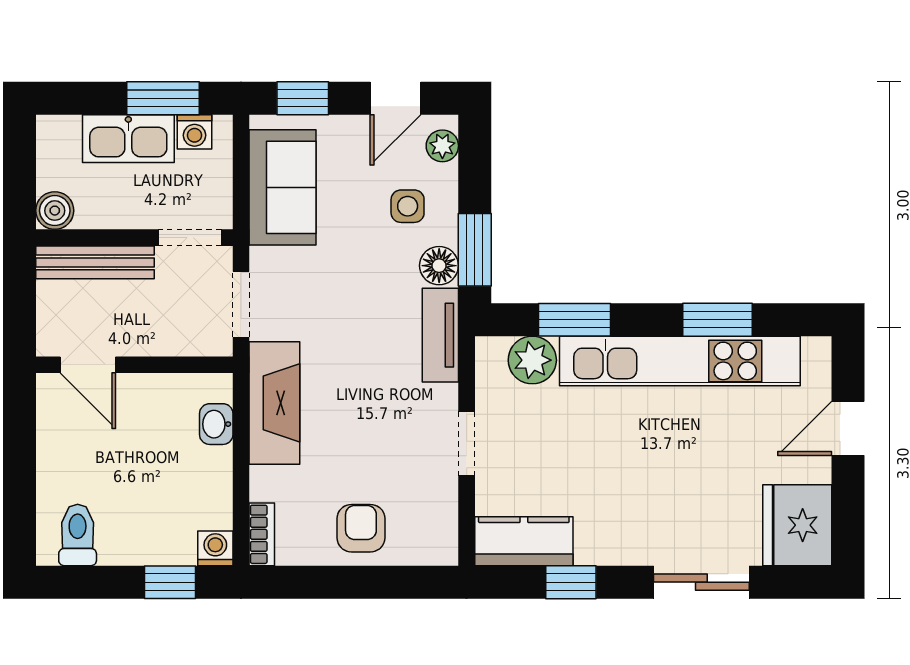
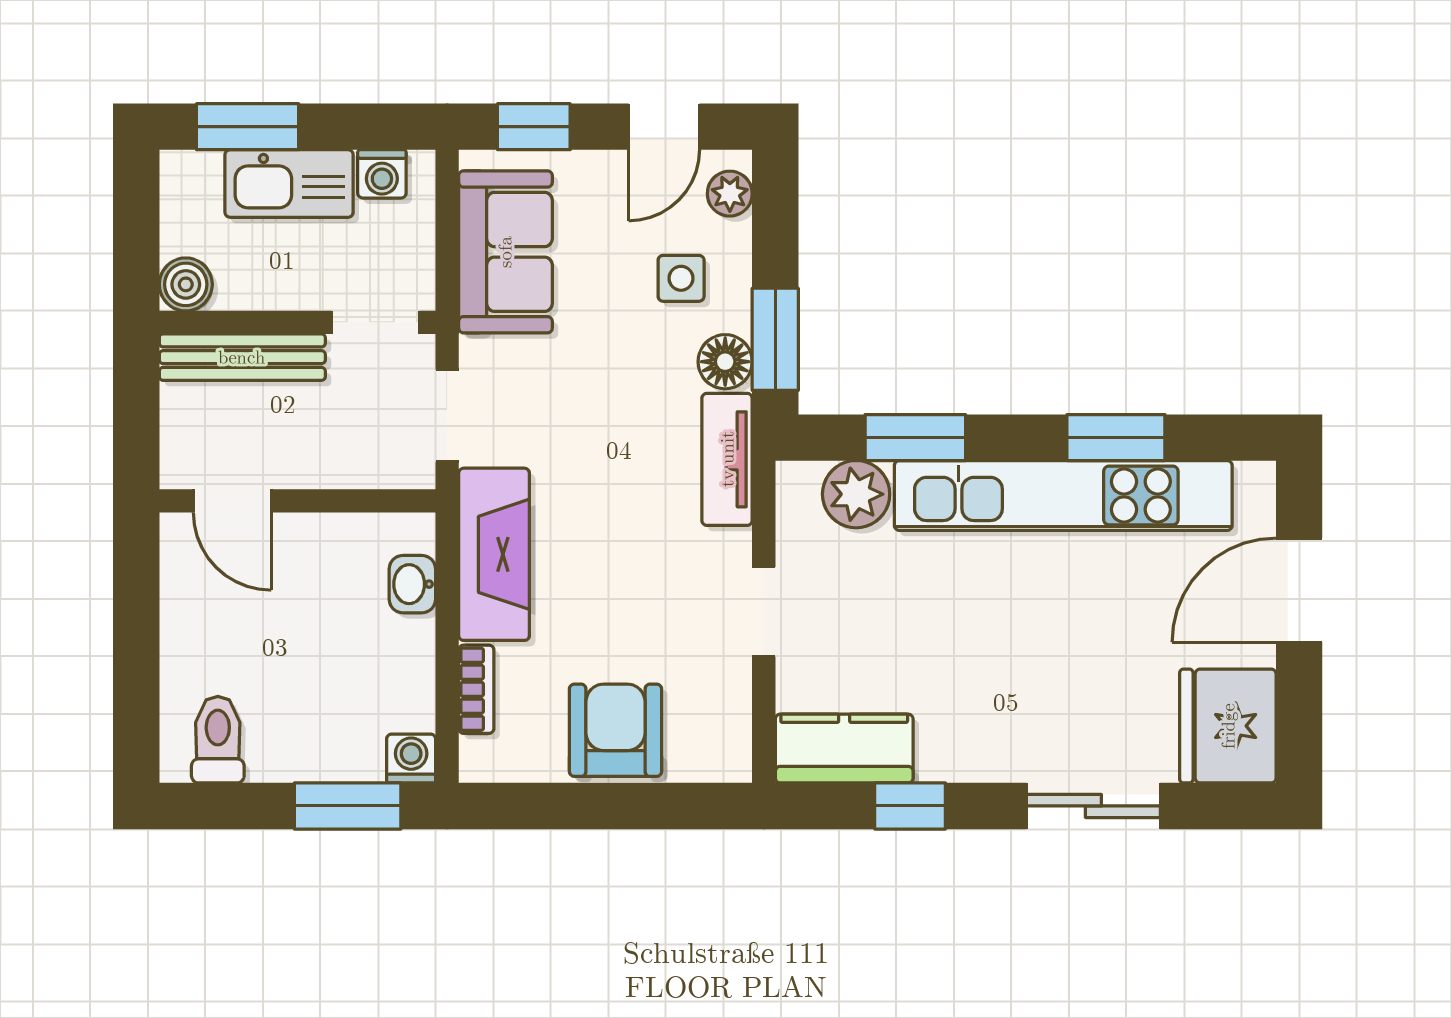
window: (163, 98) -> (248, 127), moved
door: (848, 428) -> (1299, 590), width x1.38
armchair: (361, 528) -> (616, 730), width x1.38, depth x1.38
bookcase: (262, 534) -> (476, 689), moved
window: (170, 582) -> (348, 806), width x1.50

